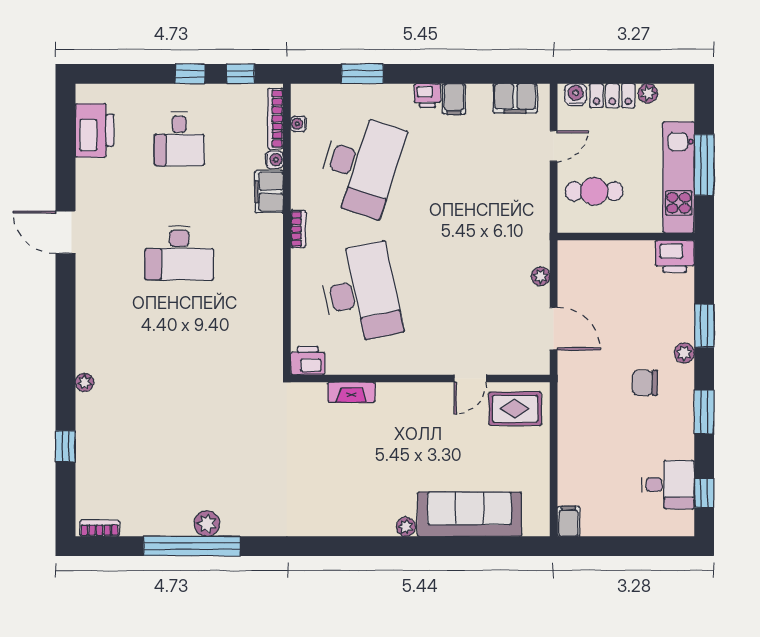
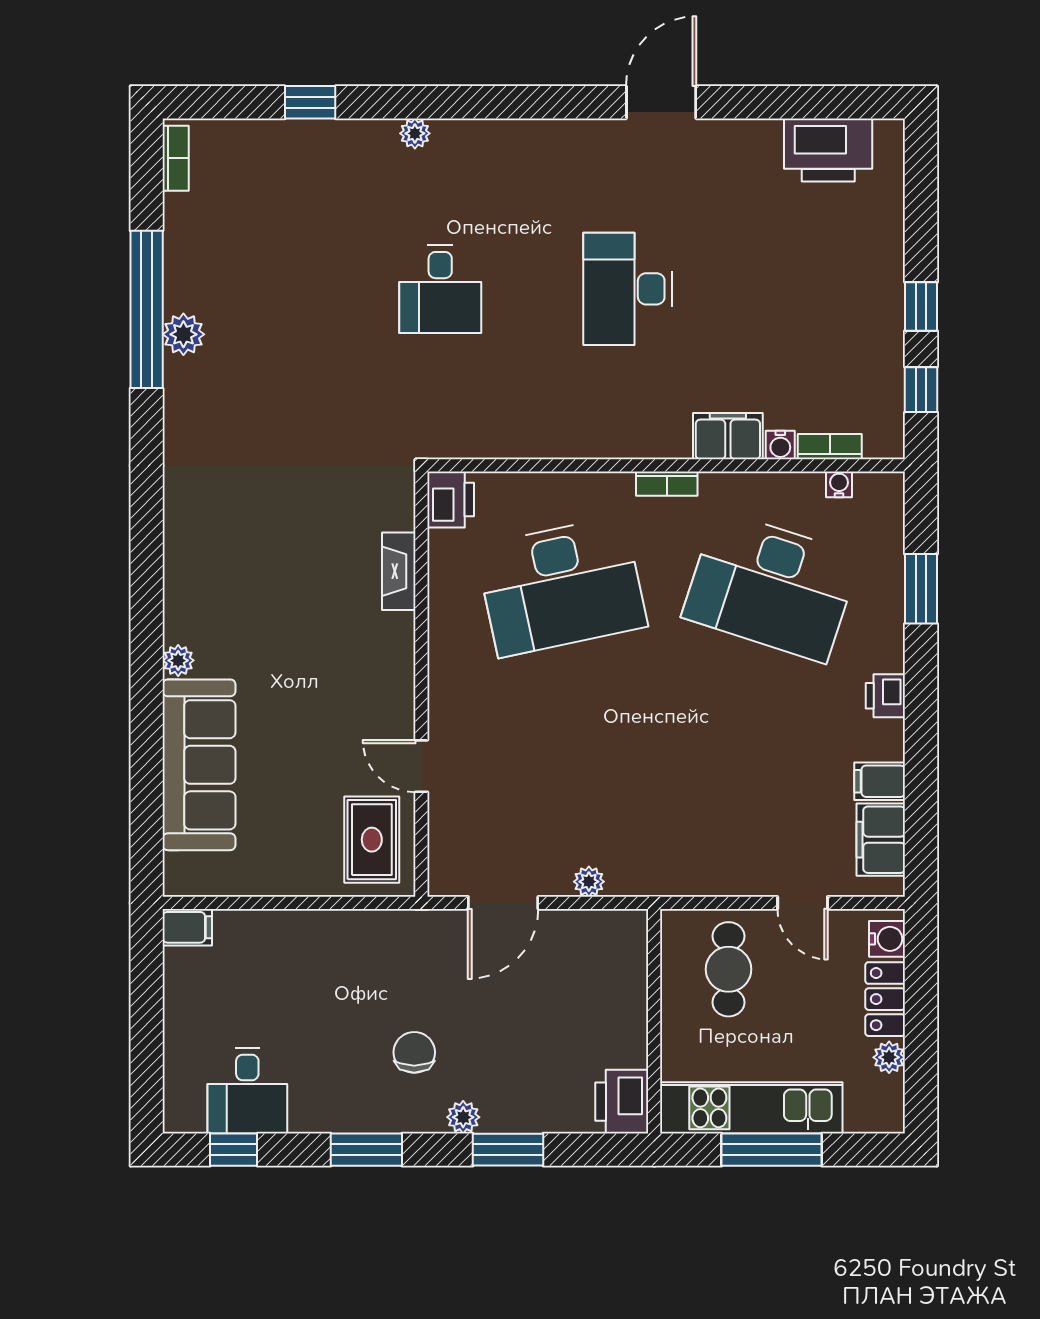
filing cabinet: (454, 99) -> (880, 781), moved
bookcase: (275, 119) -> (830, 447), width x0.64
desk: (179, 139) -> (440, 289), moved, turned -90

